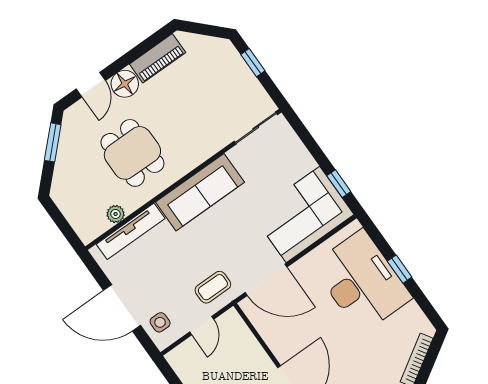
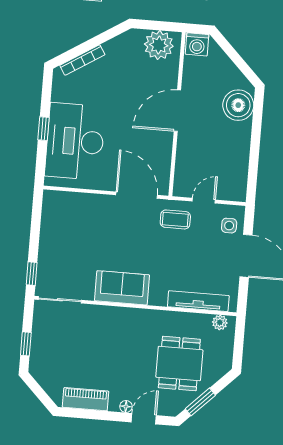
floor lamp: (125, 84) -> (126, 406), width x0.53, depth x0.53
dining table: (132, 153) -> (179, 364), moved
window: (339, 184) -> (32, 274), moved
sofa: (200, 192) -> (122, 288), width x0.73
plant: (116, 214) -> (220, 322), moved
corner sofa: (303, 214) -> (77, 217), removed

